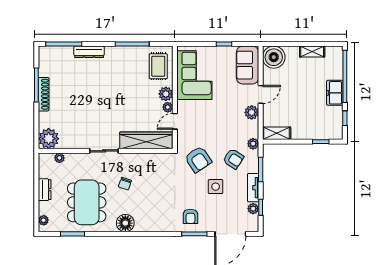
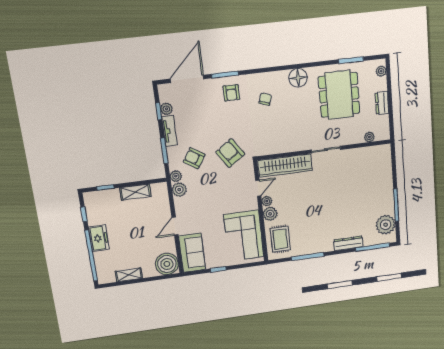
shoe rack: (44, 94) -> (389, 197), removed
plant: (252, 112) -> (179, 190), moved
shelving: (277, 133) -> (135, 192), moved
plant: (49, 139) -> (386, 225), moved
chair: (125, 184) -> (265, 99), moved
side table: (216, 187) -> (209, 127), removed
armchair: (190, 216) -> (231, 93), turned 180

